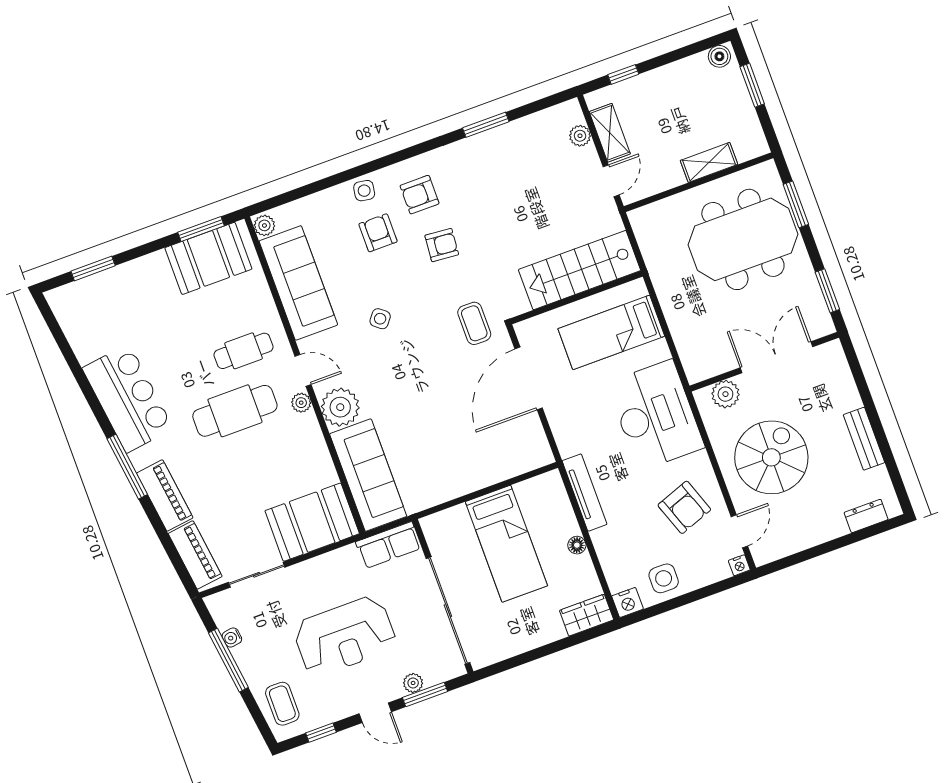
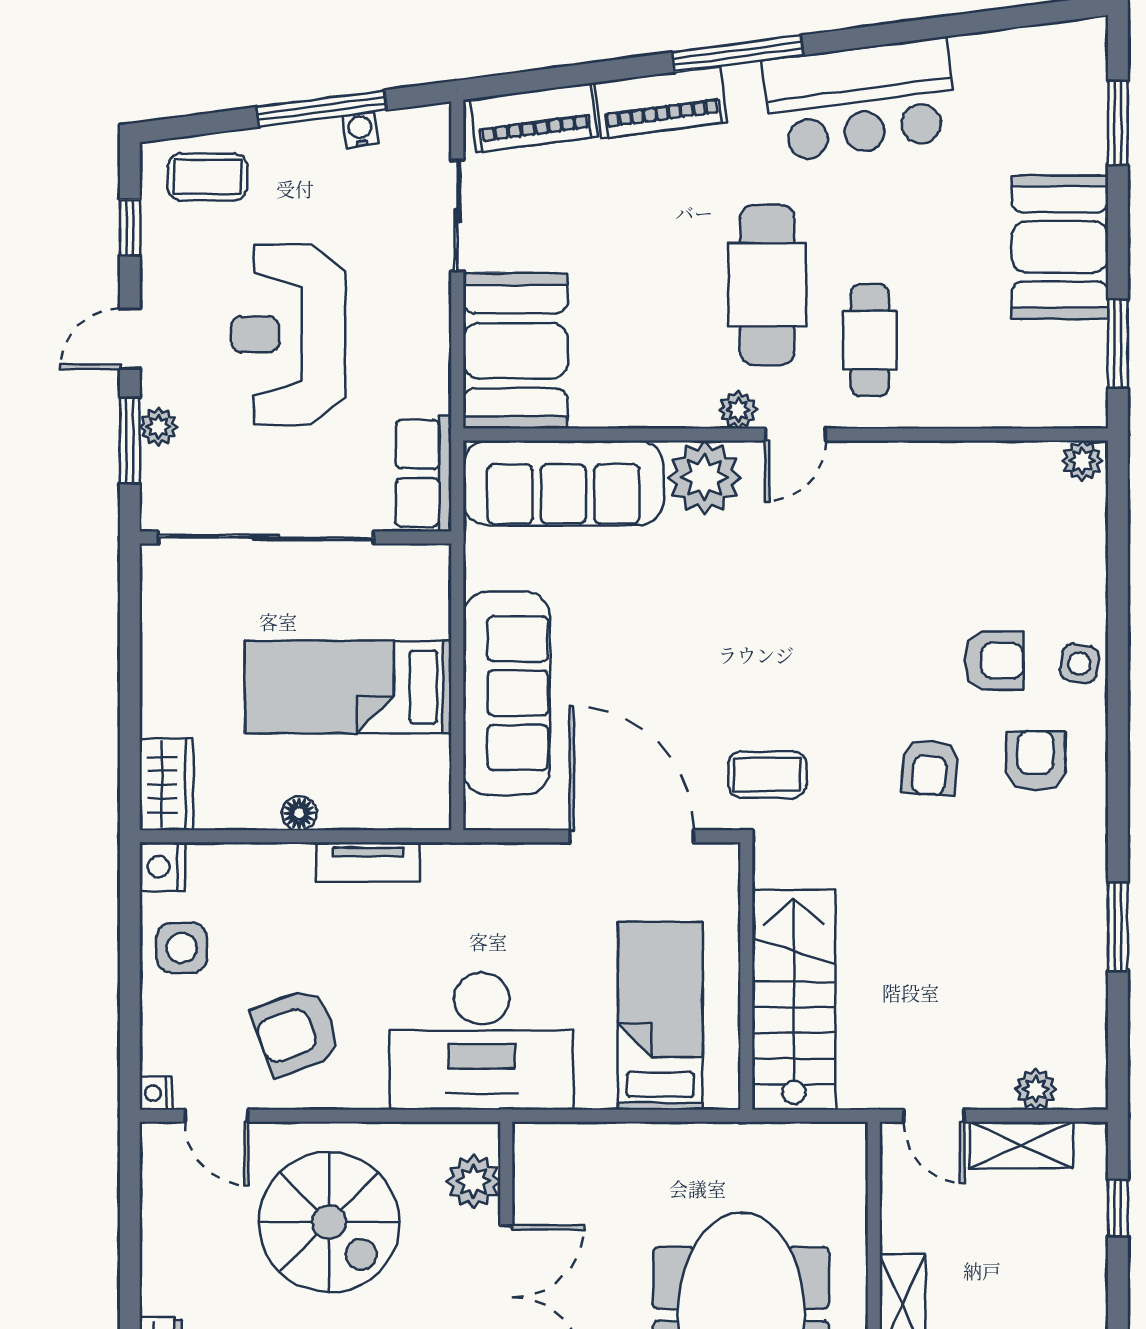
booth: (208, 258) -> (1060, 247), moved
sofa: (298, 283) -> (506, 693), moved, turned -90
side table: (380, 319) -> (838, 608), removed
tv unit: (585, 493) -> (368, 862), width x0.71

